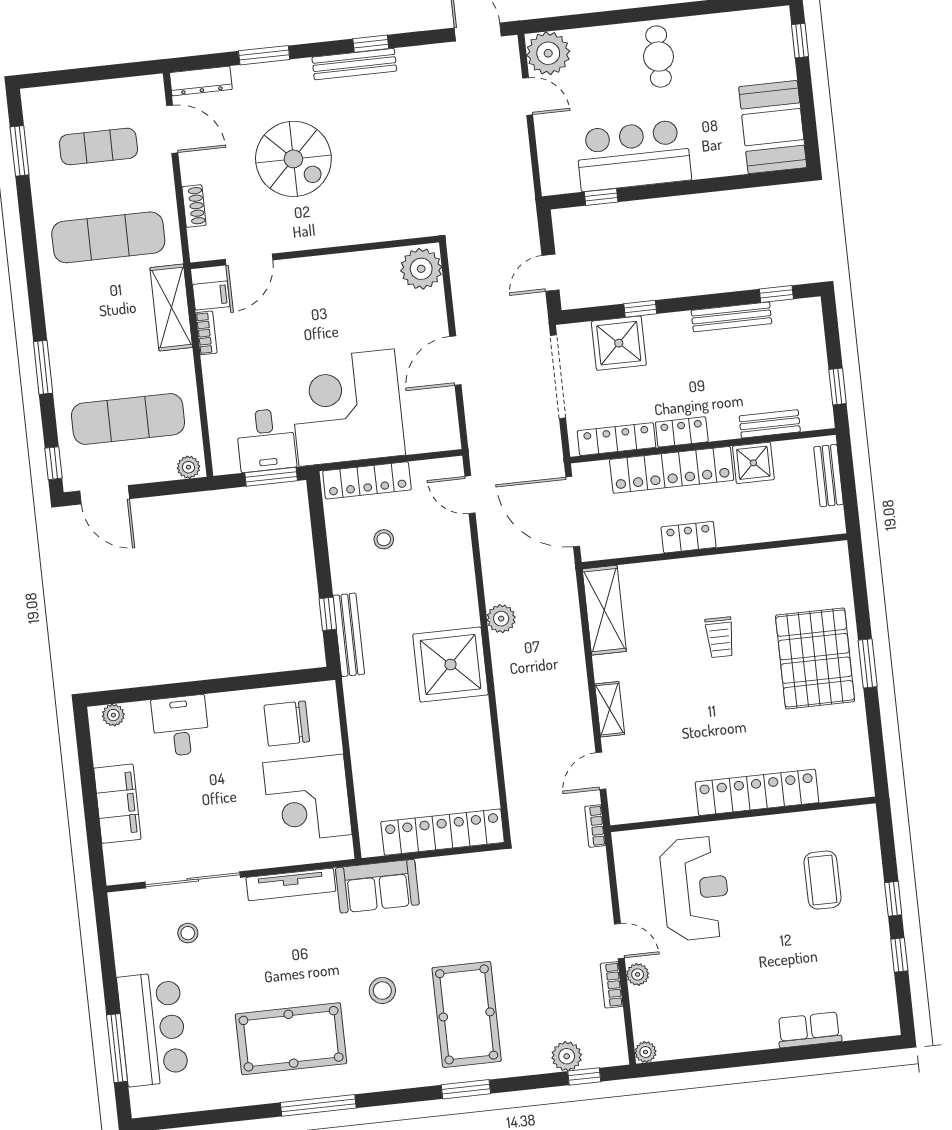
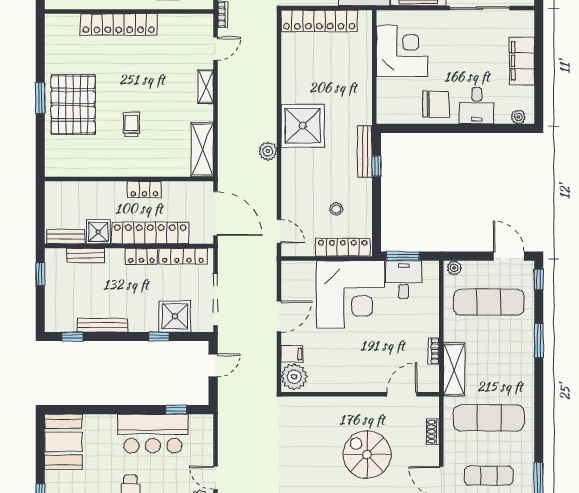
filing cabinet: (211, 296) -> (292, 354), moved, turned 180
bench: (829, 476) -> (66, 237), moved, turned 90
chair: (287, 723) -> (436, 104), moved

